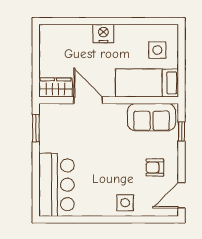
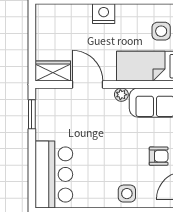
plant: (120, 110) -> (121, 95), added
armchair: (155, 167) -> (159, 156), turned 180

